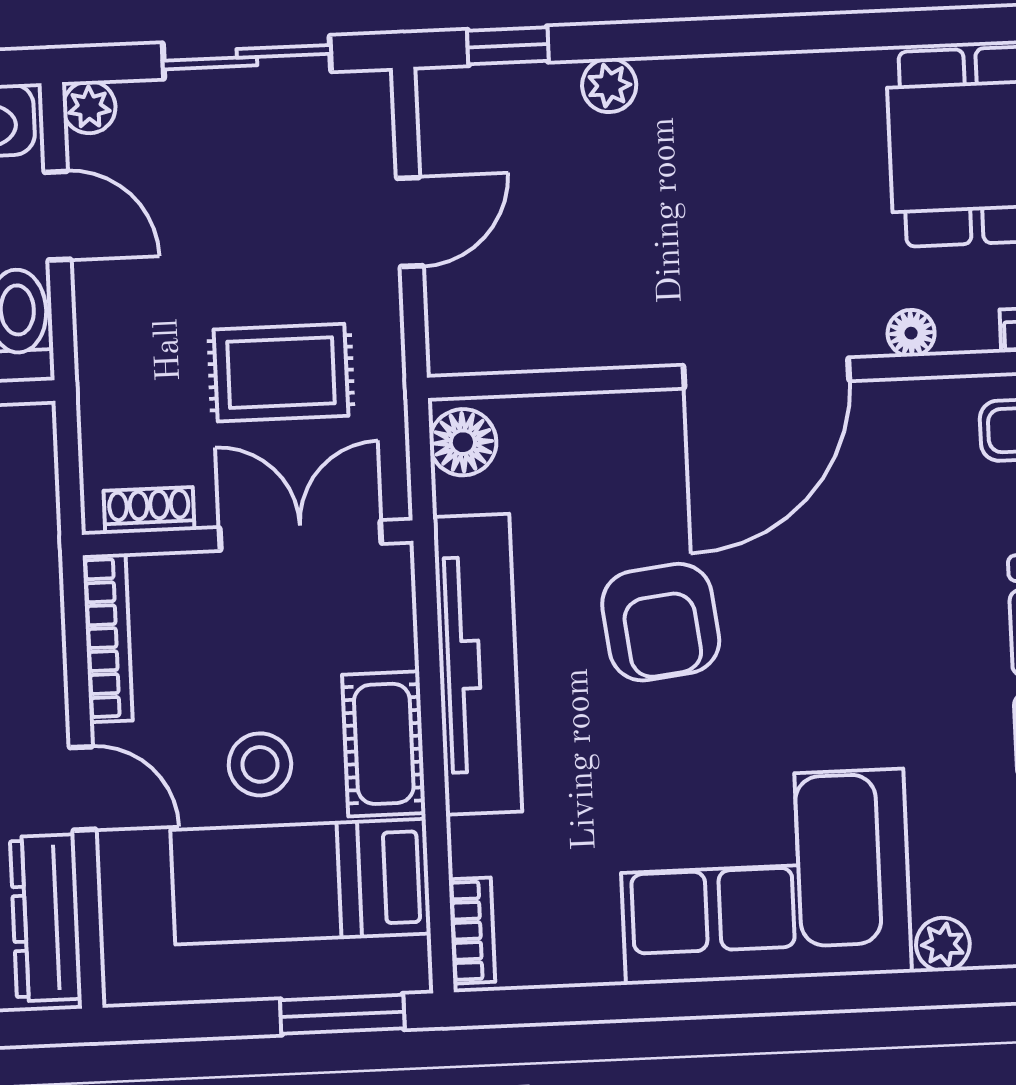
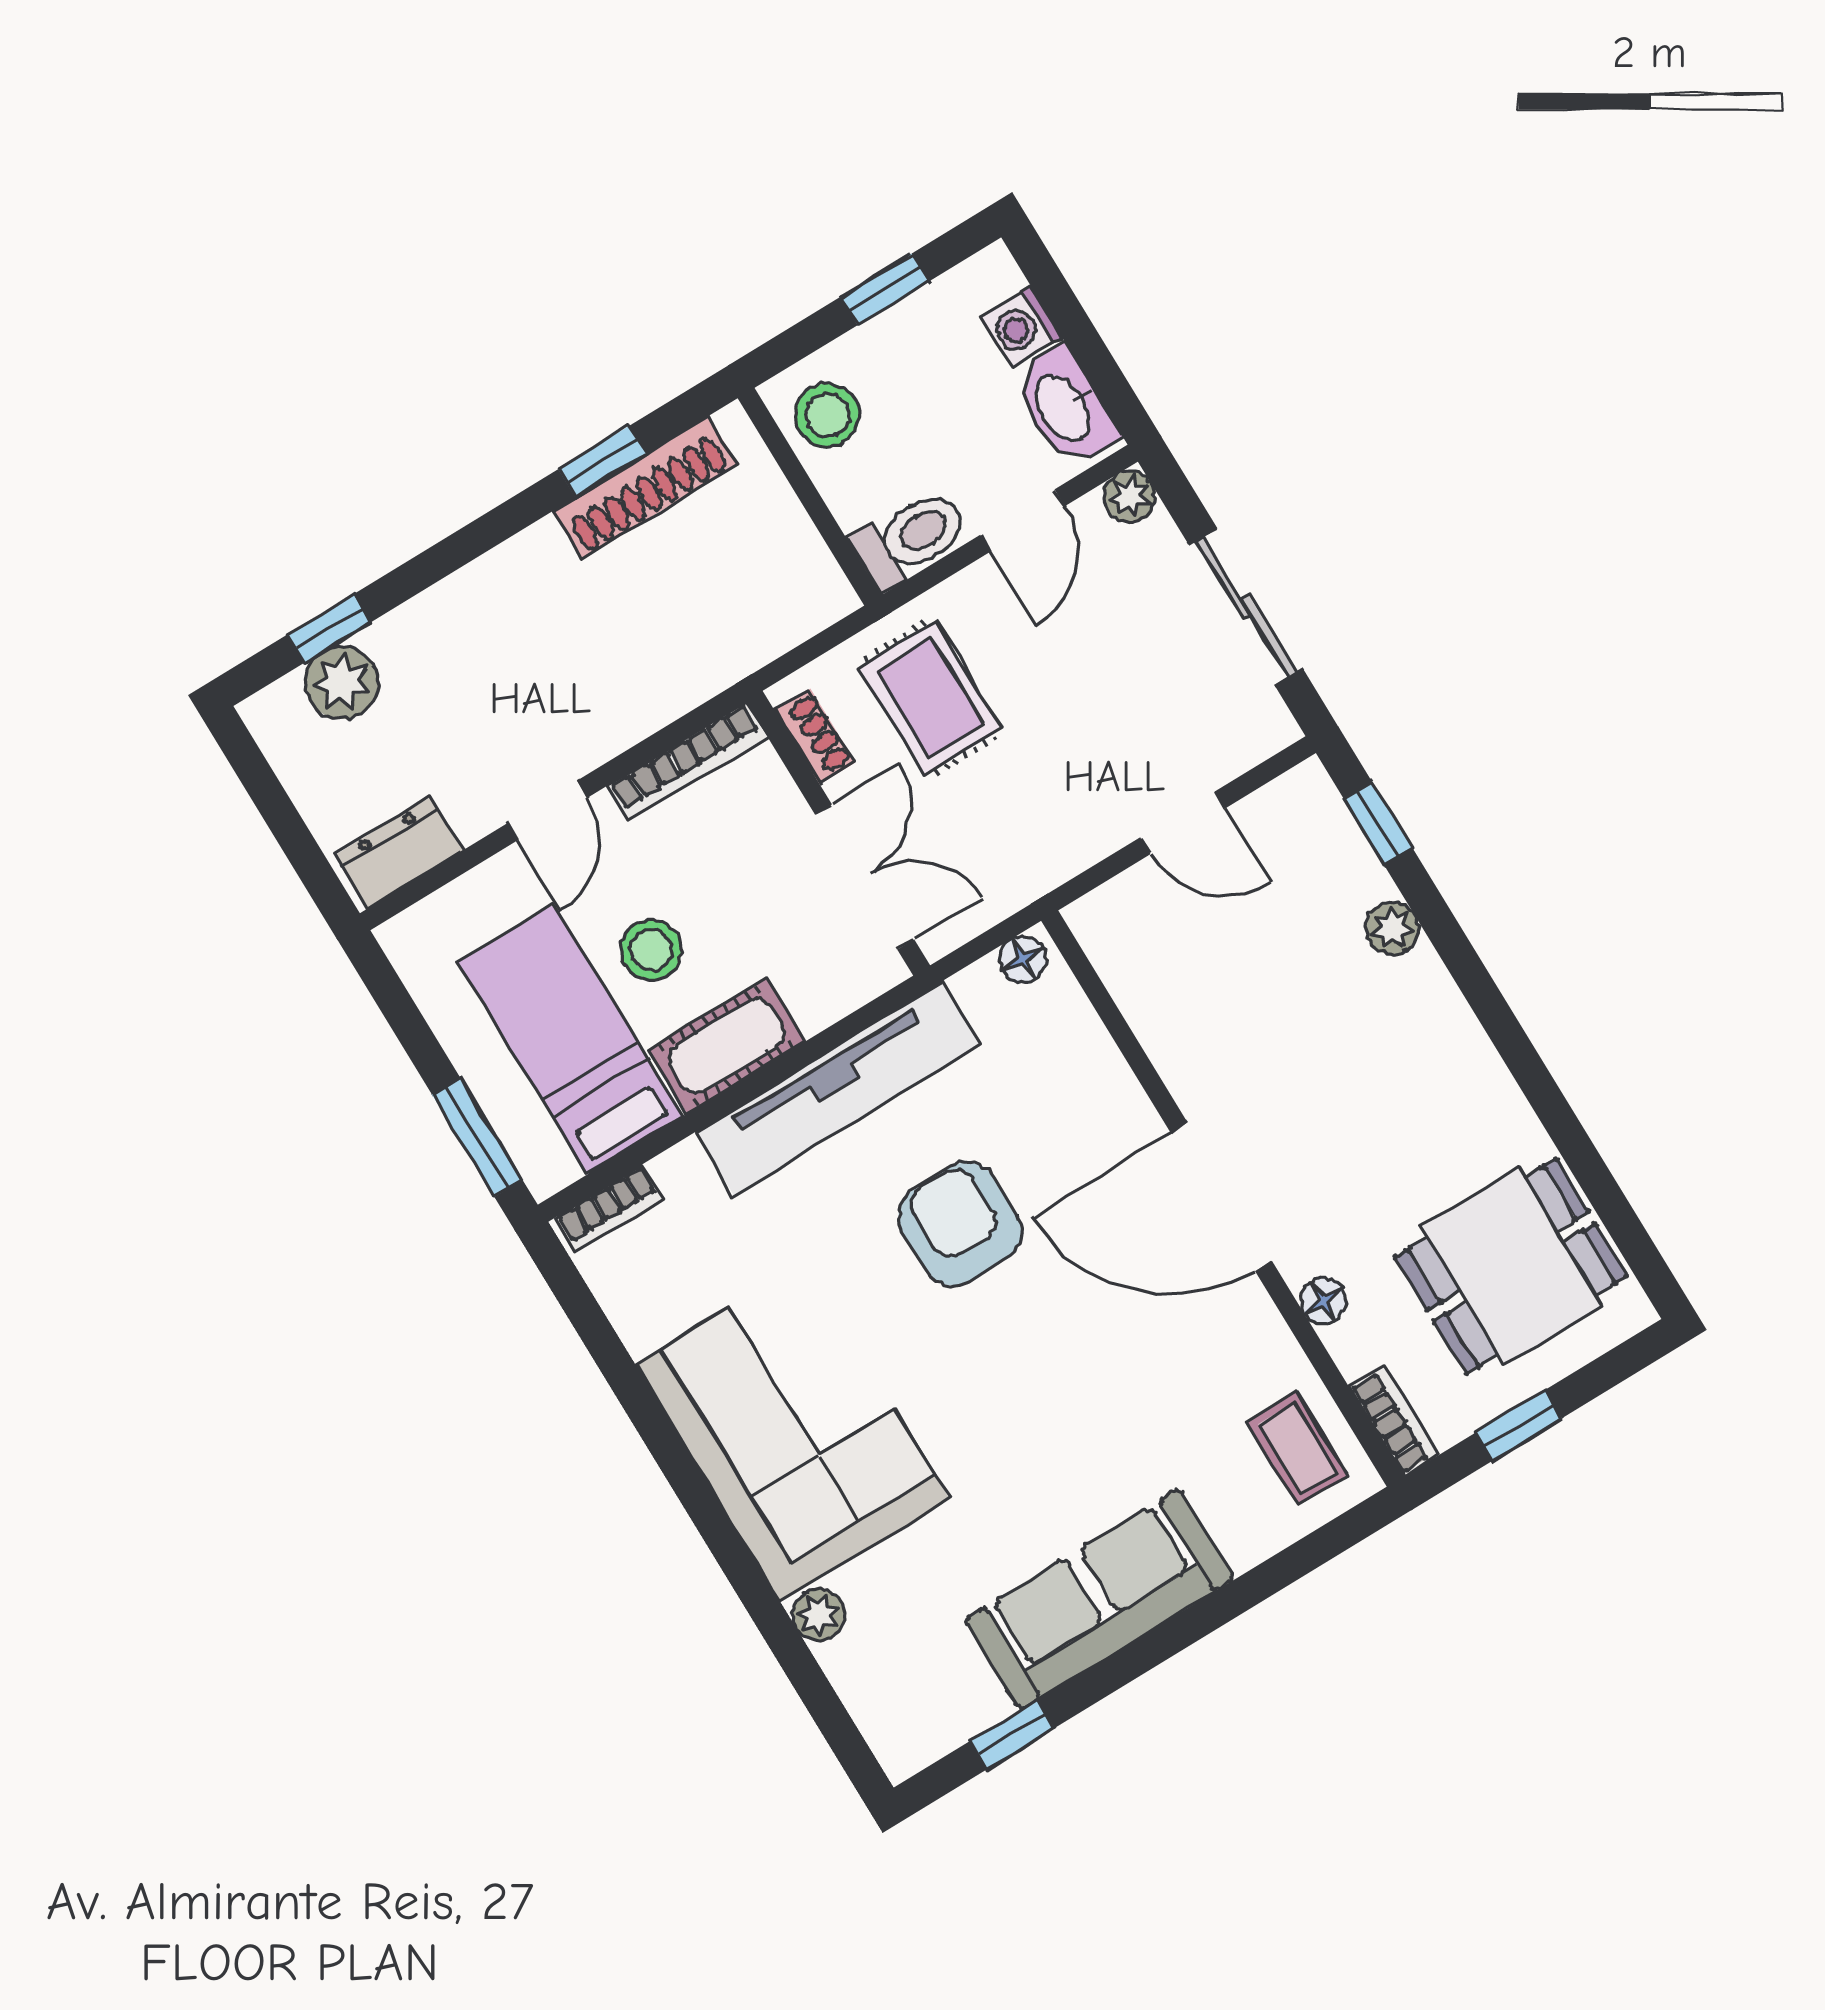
rug: (281, 373) -> (930, 698), moved
floor lamp: (463, 442) -> (1023, 959), width x0.73, depth x0.73
armchair: (661, 622) -> (960, 1224), turned 97
dresser: (46, 918) -> (399, 853), width x0.70

